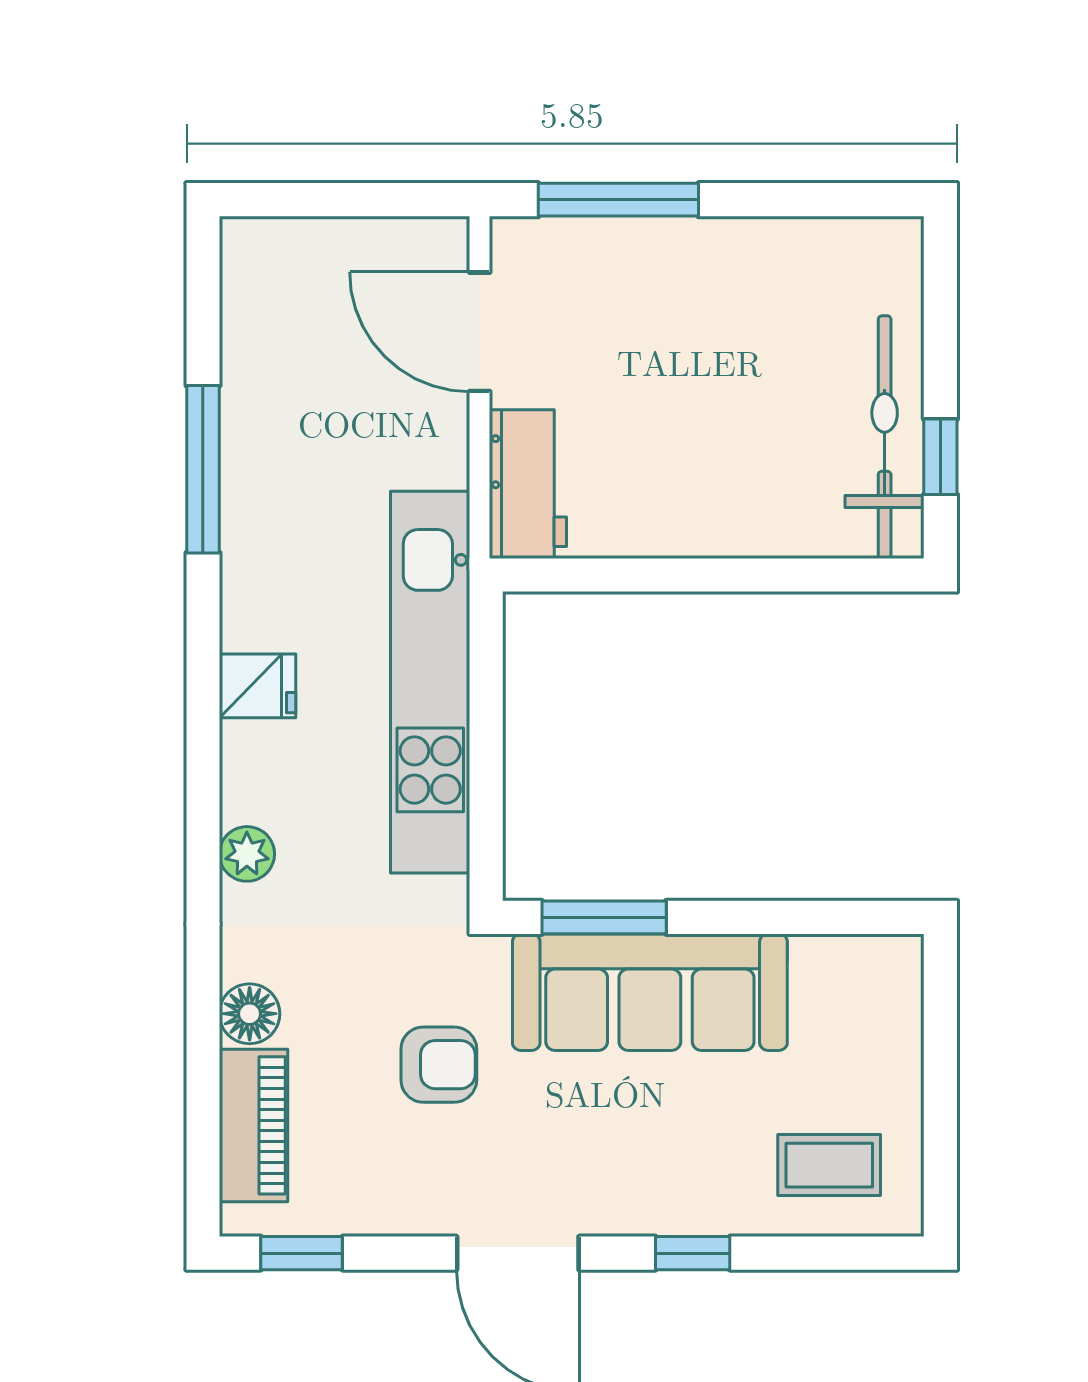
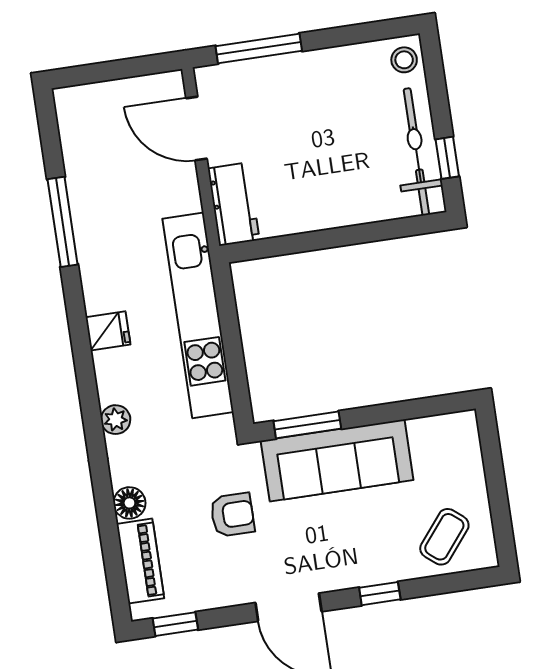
stool: (887, 262) -> (404, 60), added
coffee table: (829, 1165) -> (444, 537), turned -51

